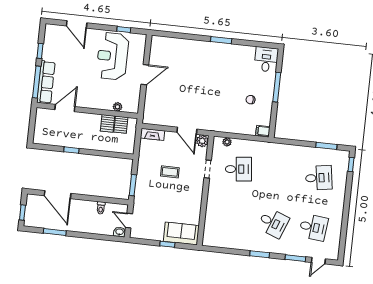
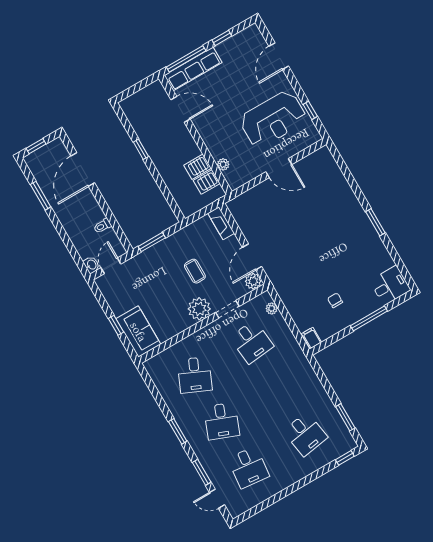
reception desk: (112, 56) -> (273, 119), turned 180
plant: (195, 186) -> (199, 309), added
desk: (233, 219) -> (195, 375), added

